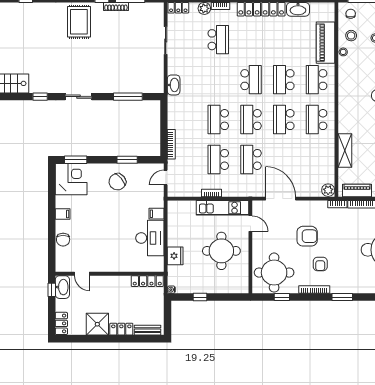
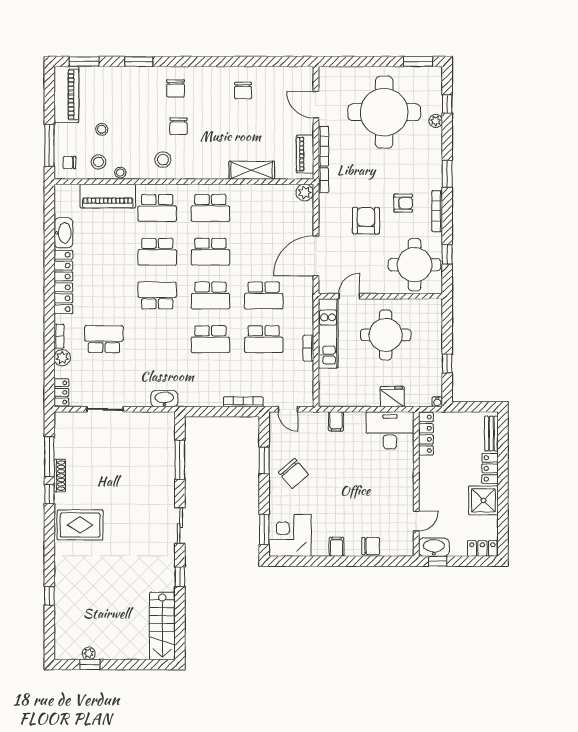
stool: (353, 84) -> (163, 160), added
desk: (150, 238) -> (390, 430), moved

